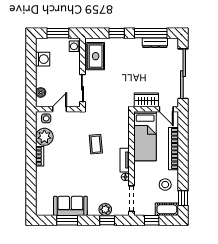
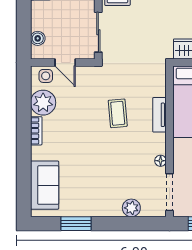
door: (60, 109) -> (65, 62), swing flipped
tv unit: (125, 160) -> (160, 115), moved
sofa: (70, 206) -> (45, 185), moved, turned 90
window: (107, 220) -> (134, 224), removed

